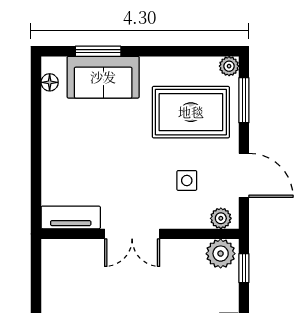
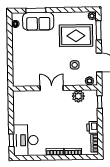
tv unit: (71, 217) -> (25, 82), removed
double door: (132, 234) -> (52, 88), swing flipped
plant: (221, 254) -> (78, 96), moved

